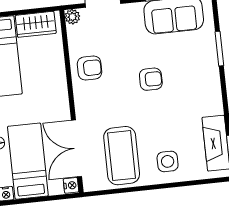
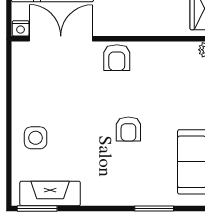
armchair: (90, 68) -> (117, 58), moved
coffee table: (122, 156) -> (47, 88), removed

